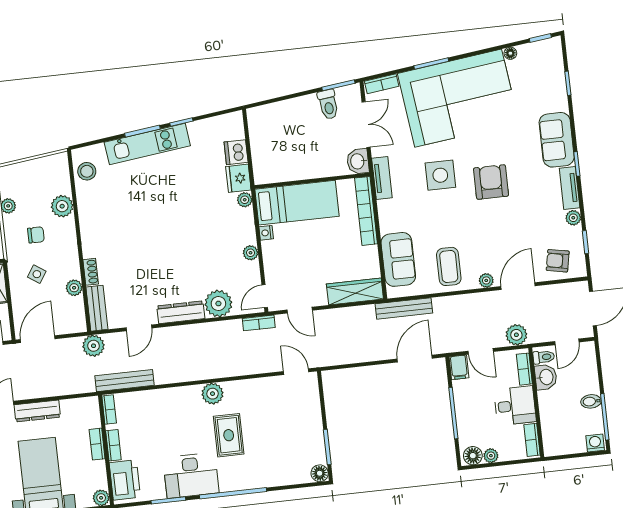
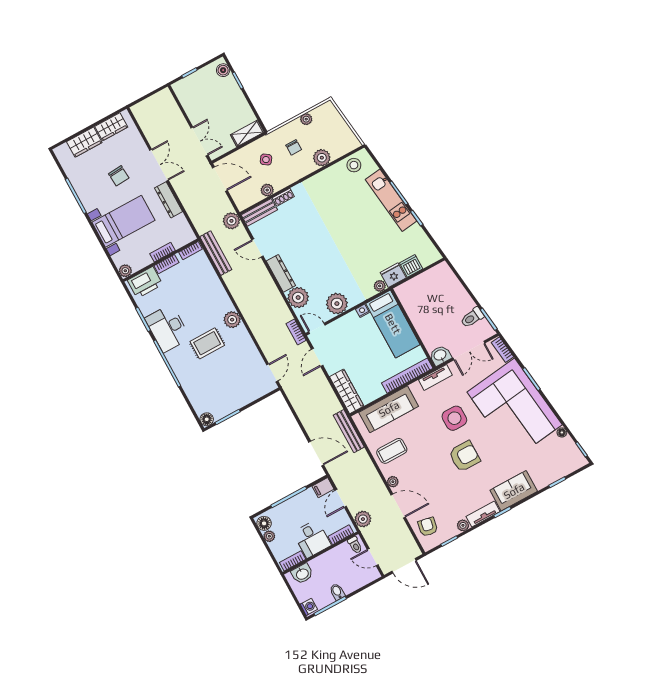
plant: (251, 253) -> (337, 304), width x1.87, depth x1.87
sofa: (398, 259) -> (389, 409), width x1.36
washbasin: (546, 377) -> (302, 574), moved

